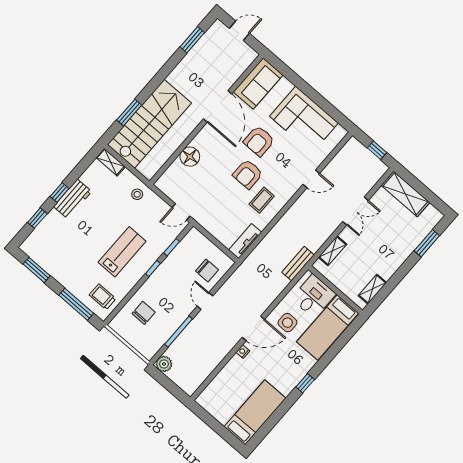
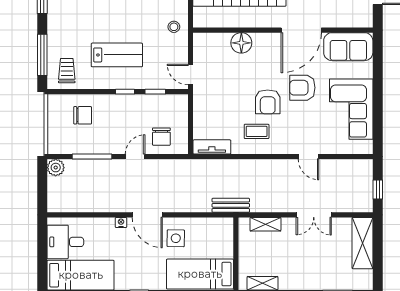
armchair: (248, 174) -> (268, 102), turned -90
desk: (313, 296) -> (65, 242), moved, turned 180

